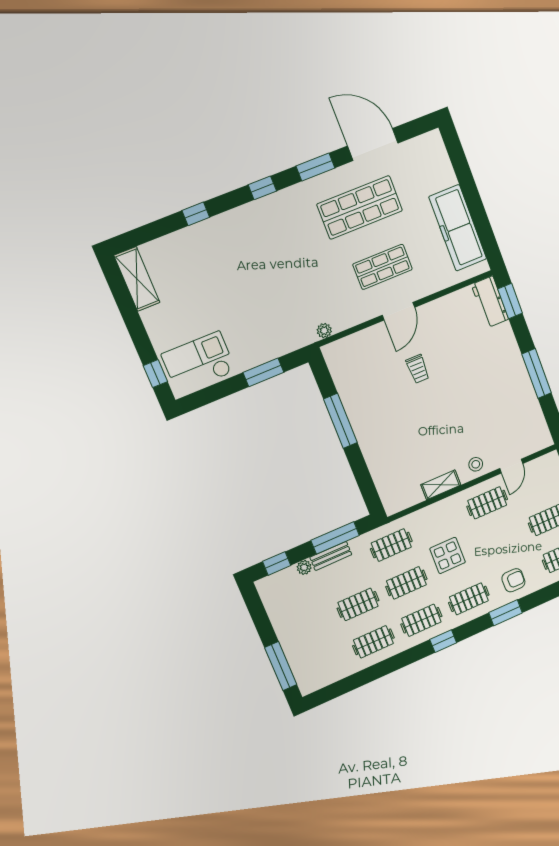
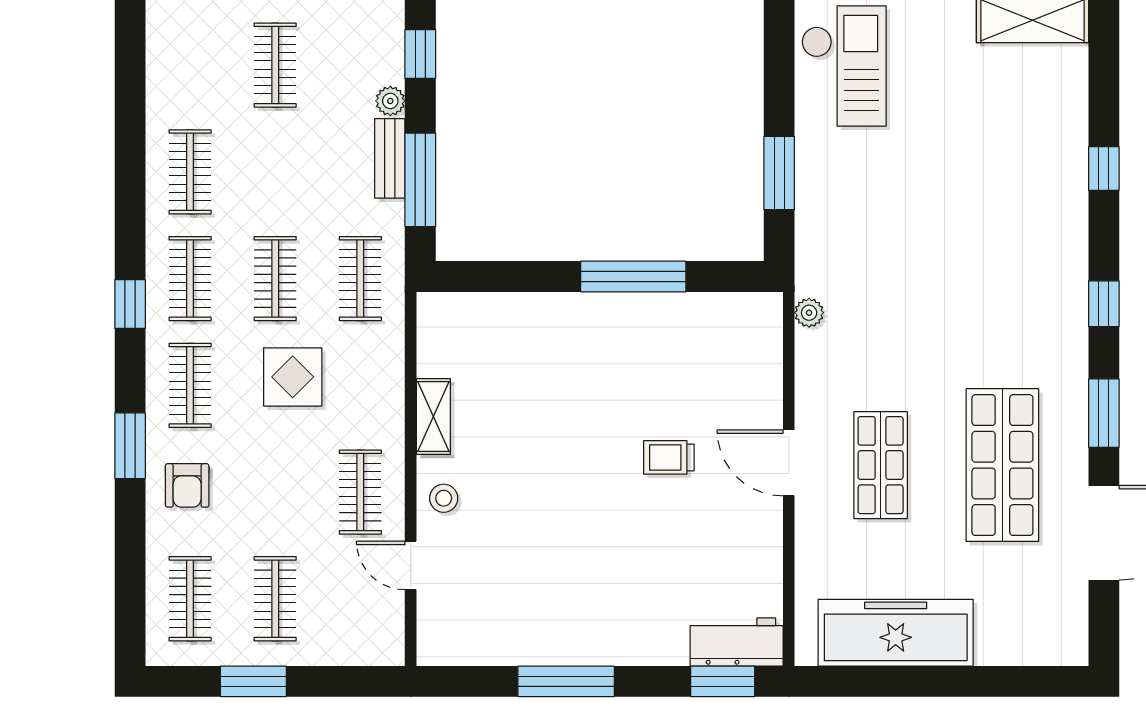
clothes rail: (358, 604) -> (275, 65), moved

